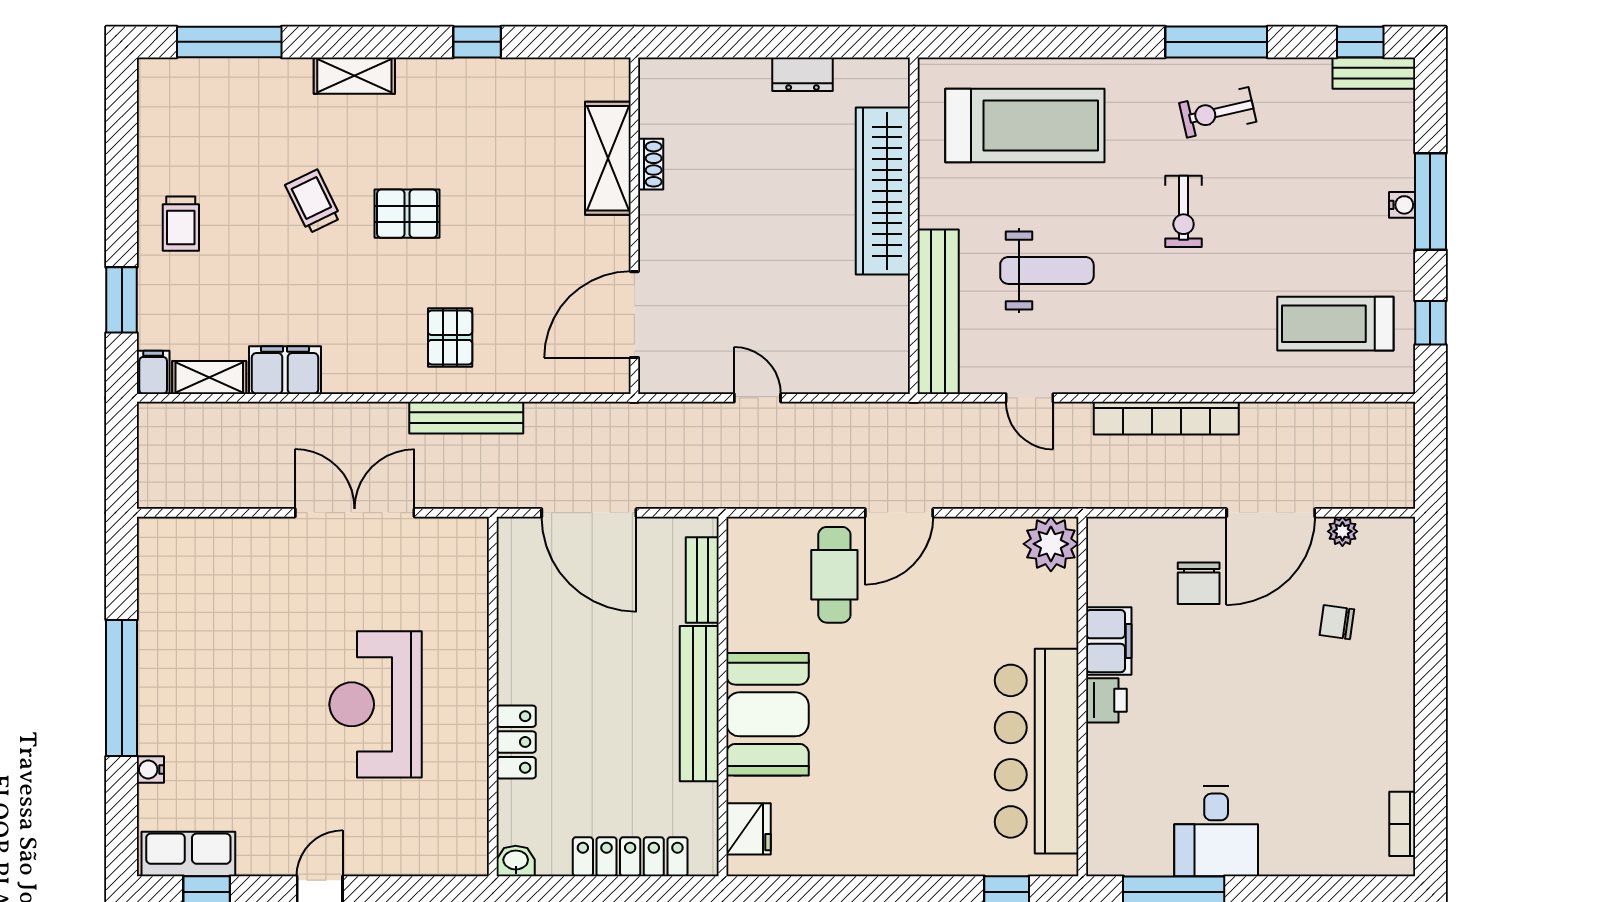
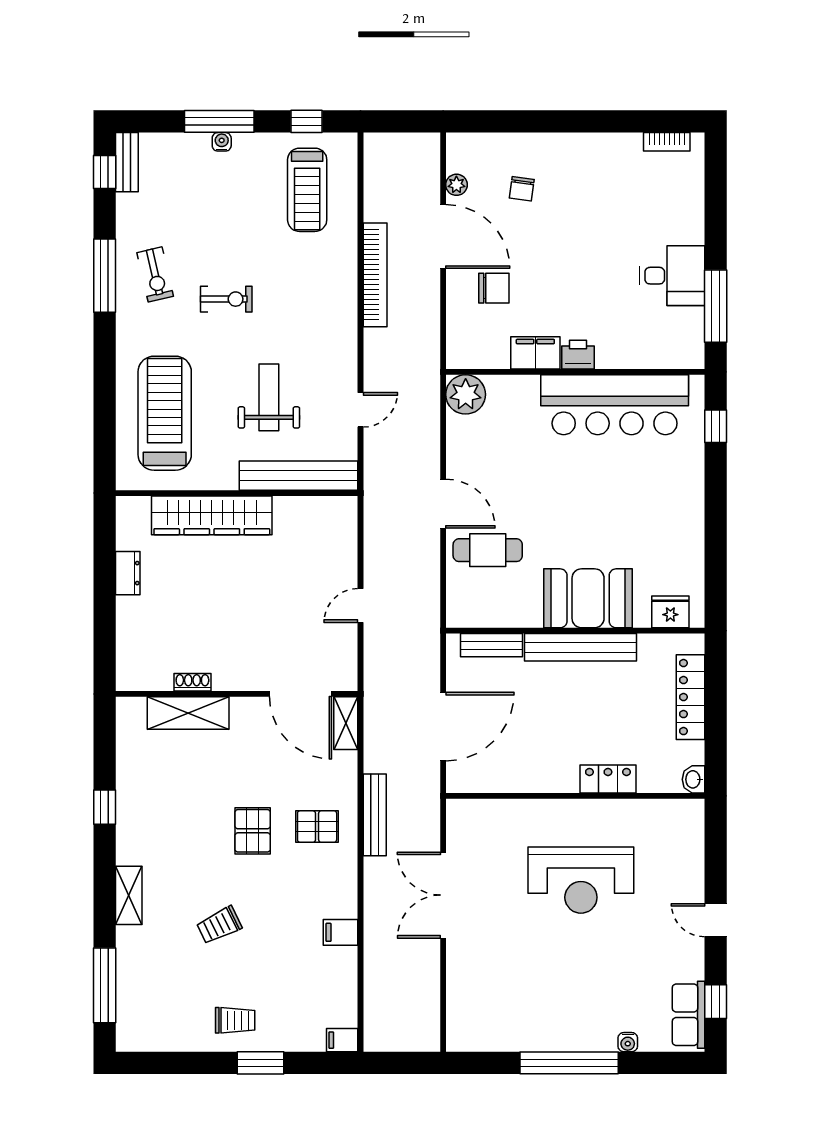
pallet: (407, 214) -> (253, 831), moved
window: (122, 300) -> (260, 1063), moved
filing cabinet: (285, 370) -> (341, 932), width x0.50
shelving: (209, 378) -> (346, 723), moved
bookcase: (1166, 418) -> (375, 275), moved

